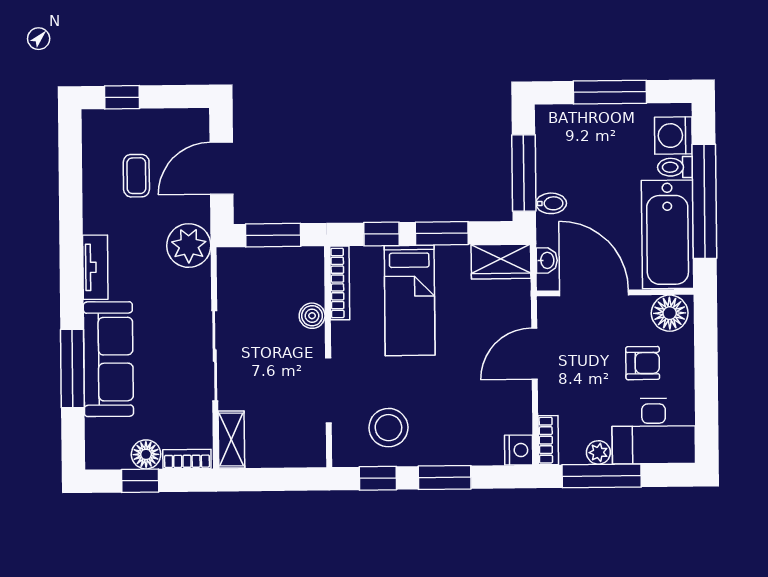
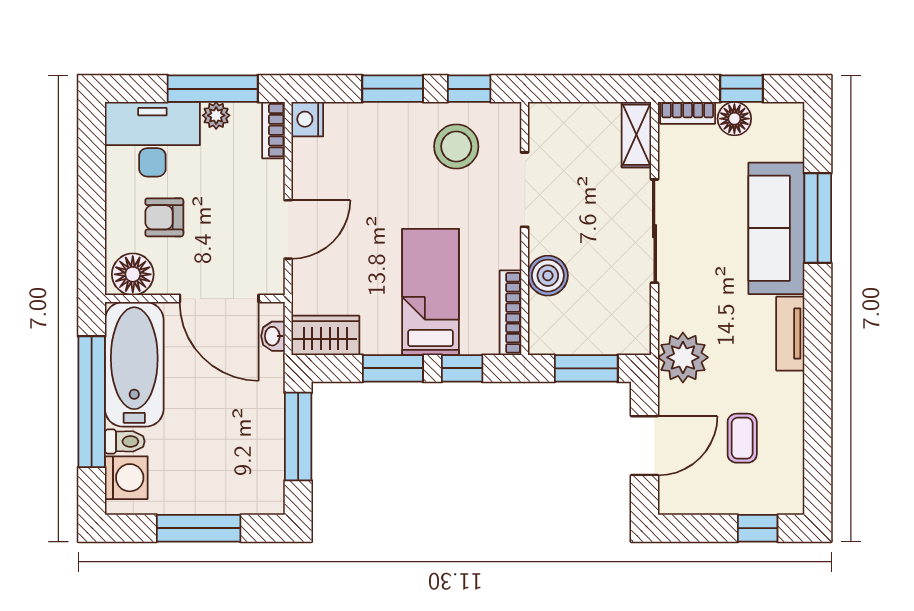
bidet: (551, 203) -> (267, 401), removed
boiler: (312, 316) -> (548, 276), width x1.36, depth x1.36

